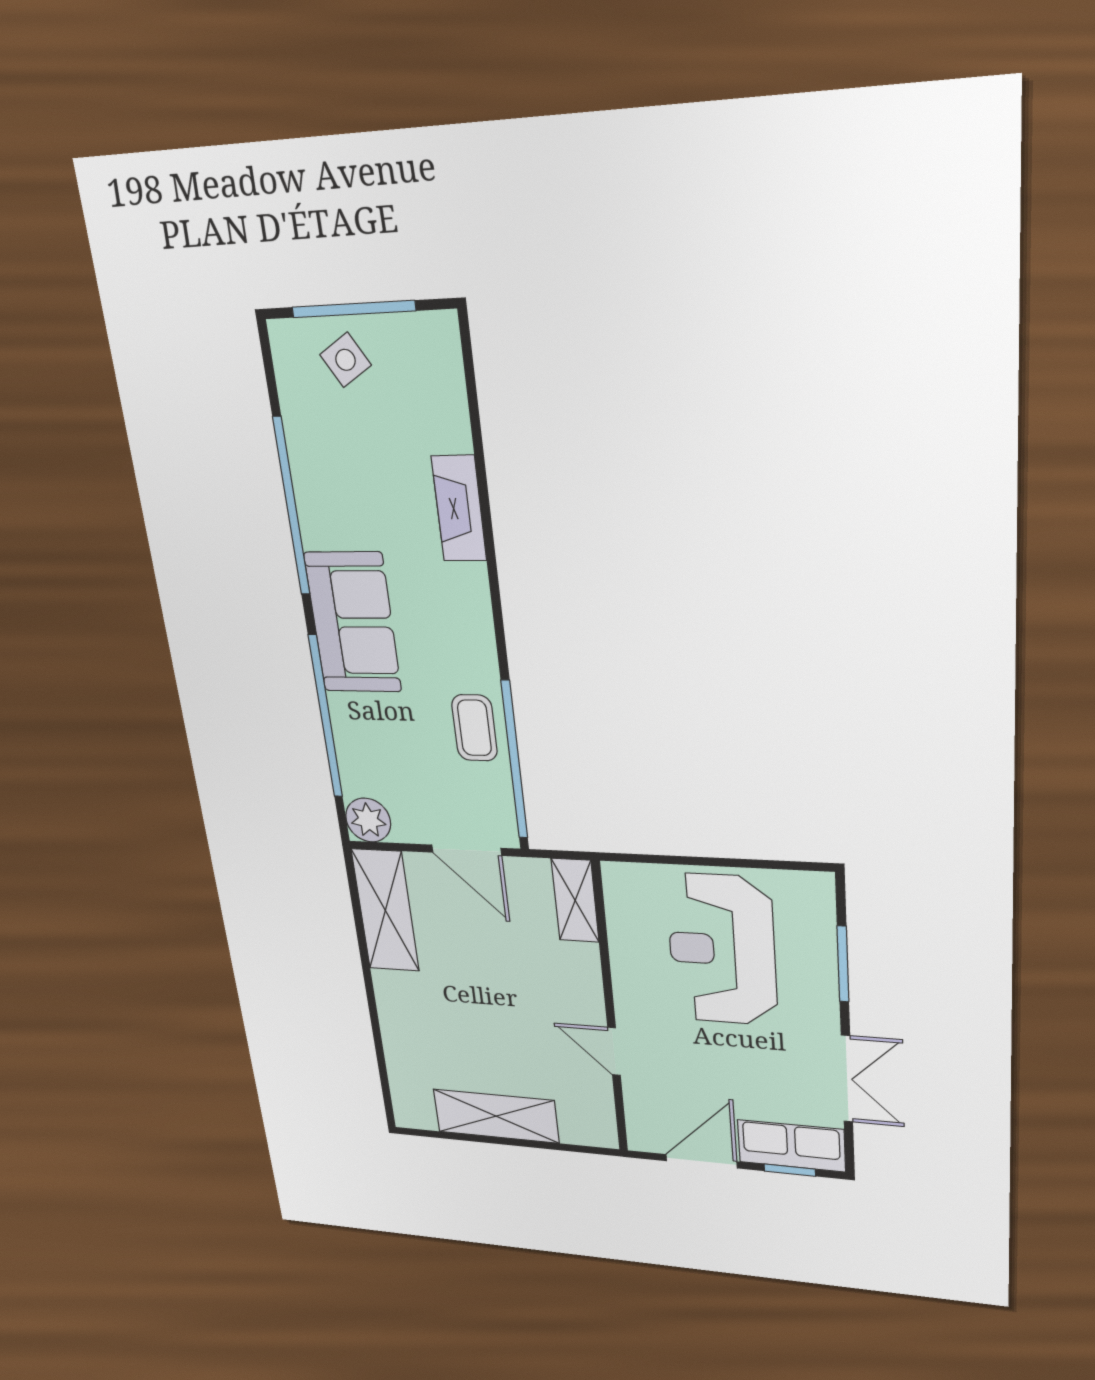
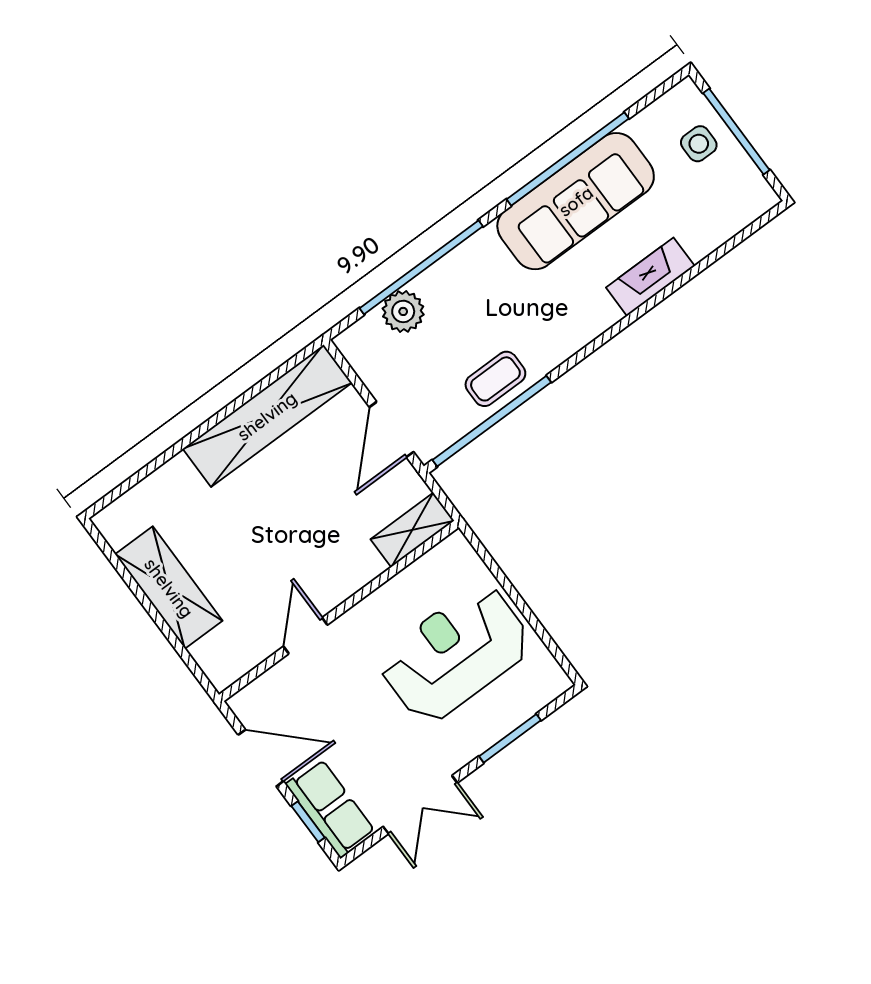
side table: (345, 360) -> (699, 144), turned 32
sofa: (353, 623) -> (576, 201), moved, width x1.36
plant: (368, 820) -> (403, 311), moved
shelving: (385, 910) -> (267, 416), width x1.47

